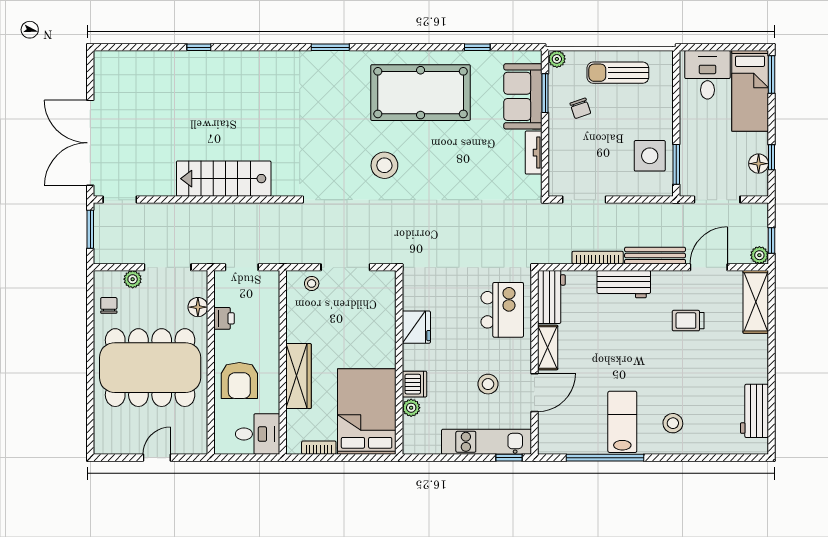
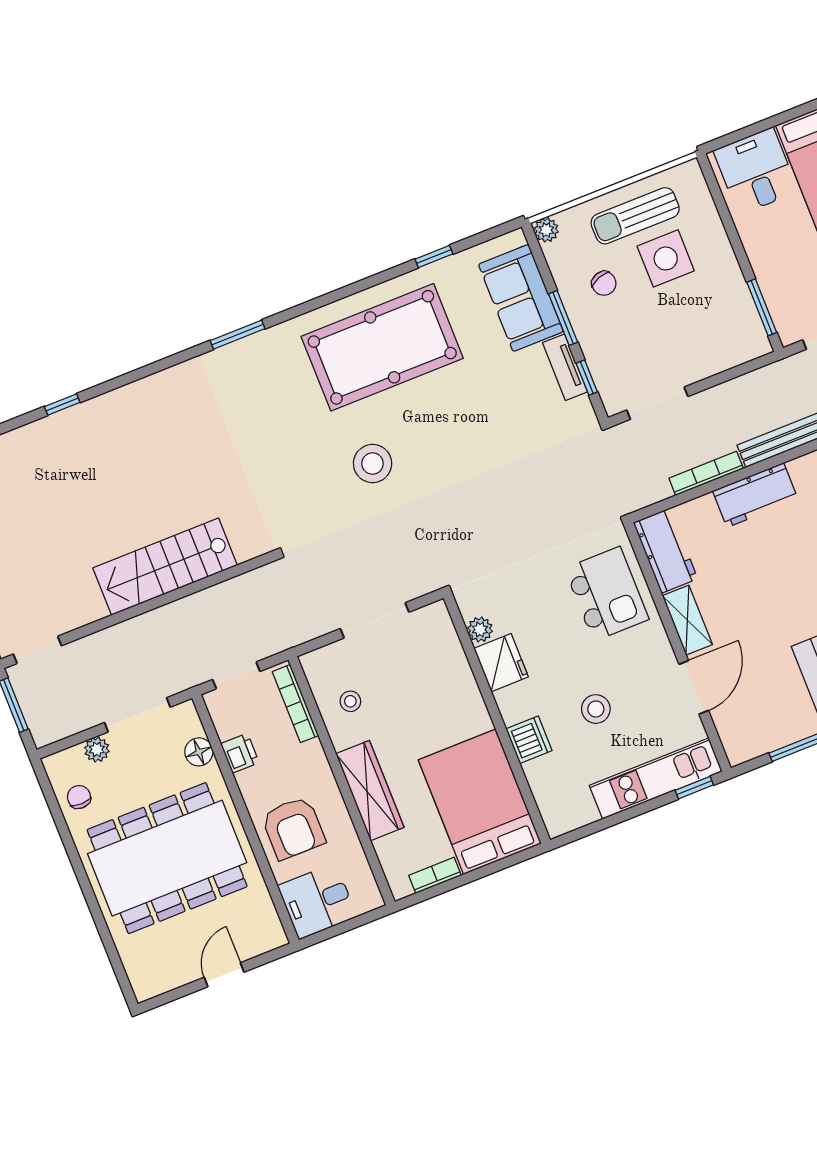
window: (545, 93) -> (563, 318), moved
side table: (650, 156) -> (666, 258), moved
window: (545, 165) -> (587, 378), added
stool: (312, 283) -> (350, 701), moved
bookcase: (273, 301) -> (295, 704), added
stool: (488, 384) -> (596, 709), moved
plant: (411, 408) -> (480, 630), moved
desk: (258, 434) -> (317, 901), moved, turned 180

